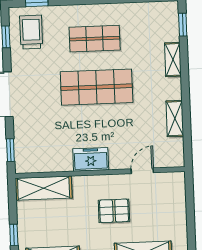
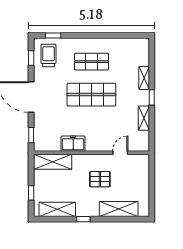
window: (183, 25) -> (152, 97), moved
freezer: (91, 159) -> (73, 144), moved

